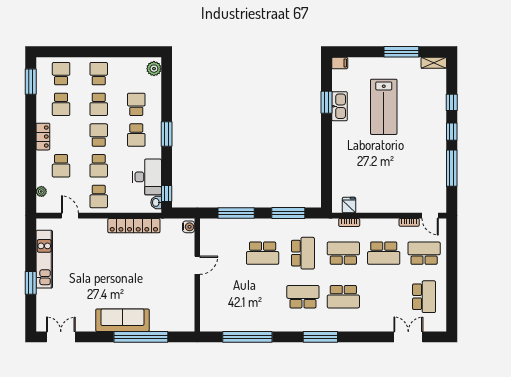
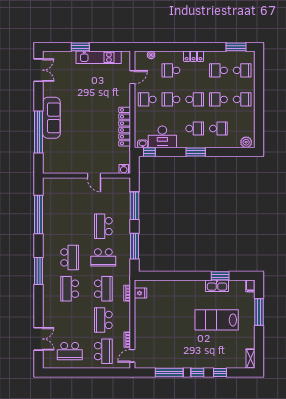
window: (401, 52) -> (259, 312), moved
school desk: (136, 135) -> (195, 129), turned 180

